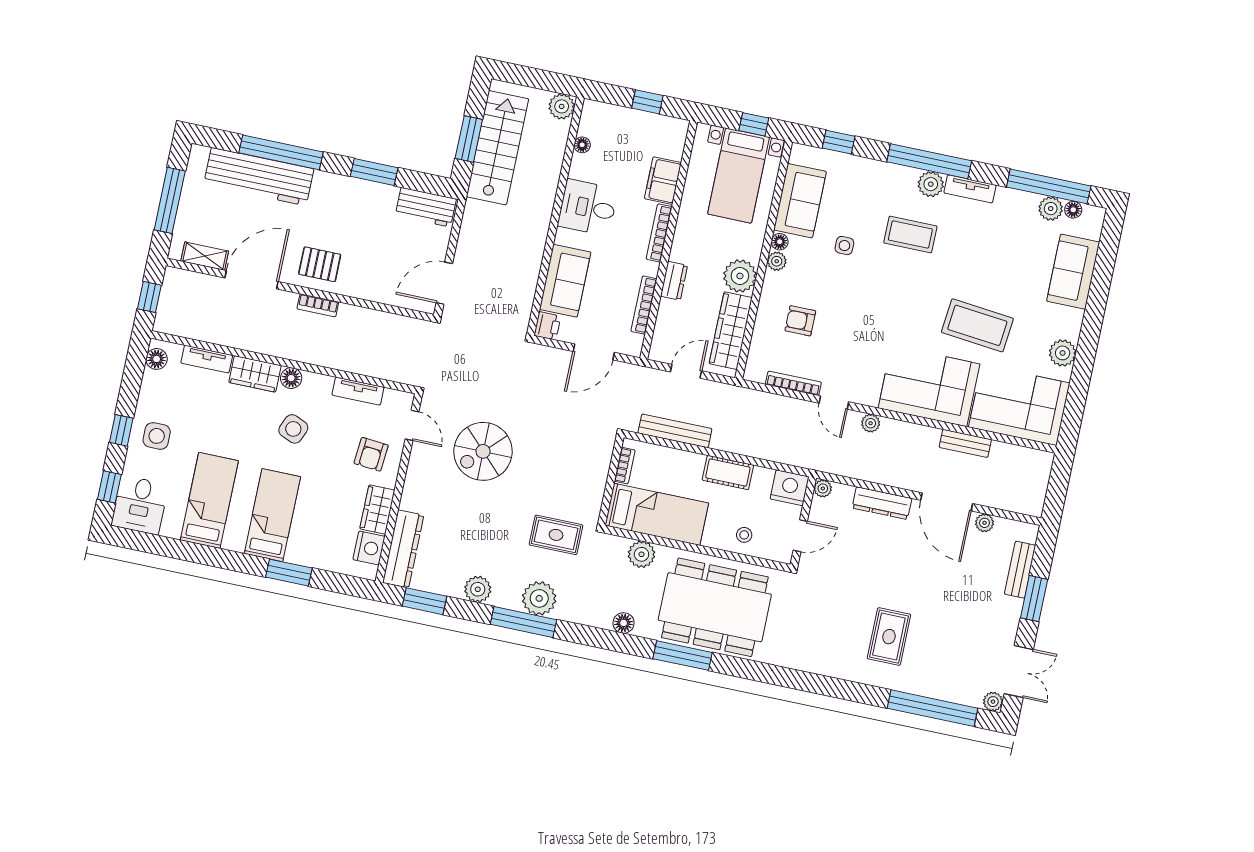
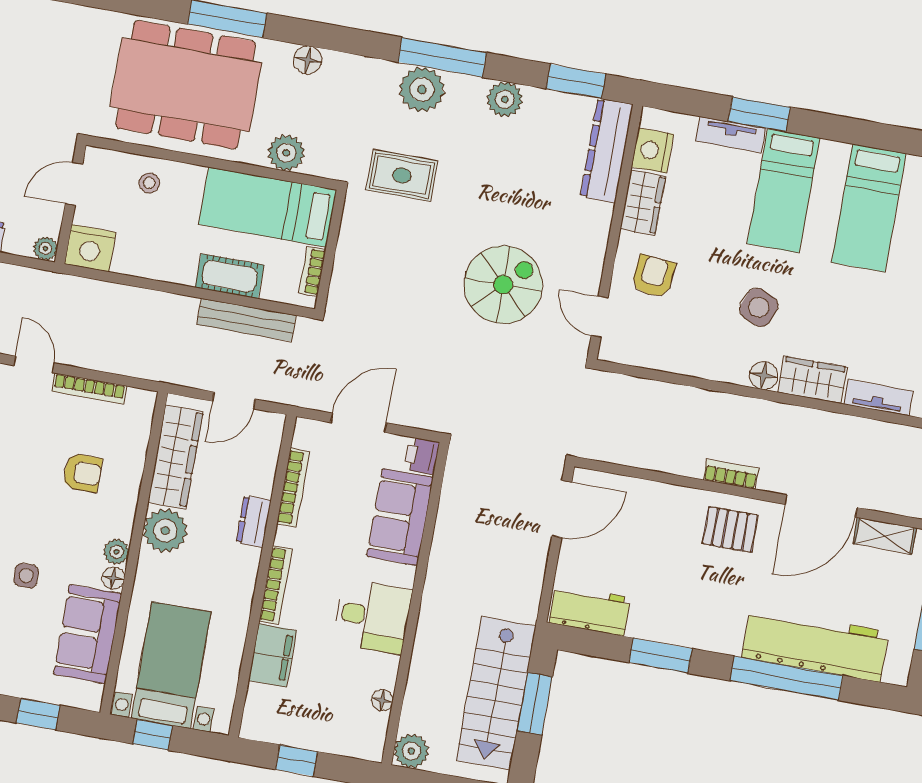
tv unit: (358, 391) -> (731, 135), moved, turned 180
cot: (728, 473) -> (230, 276), moved

